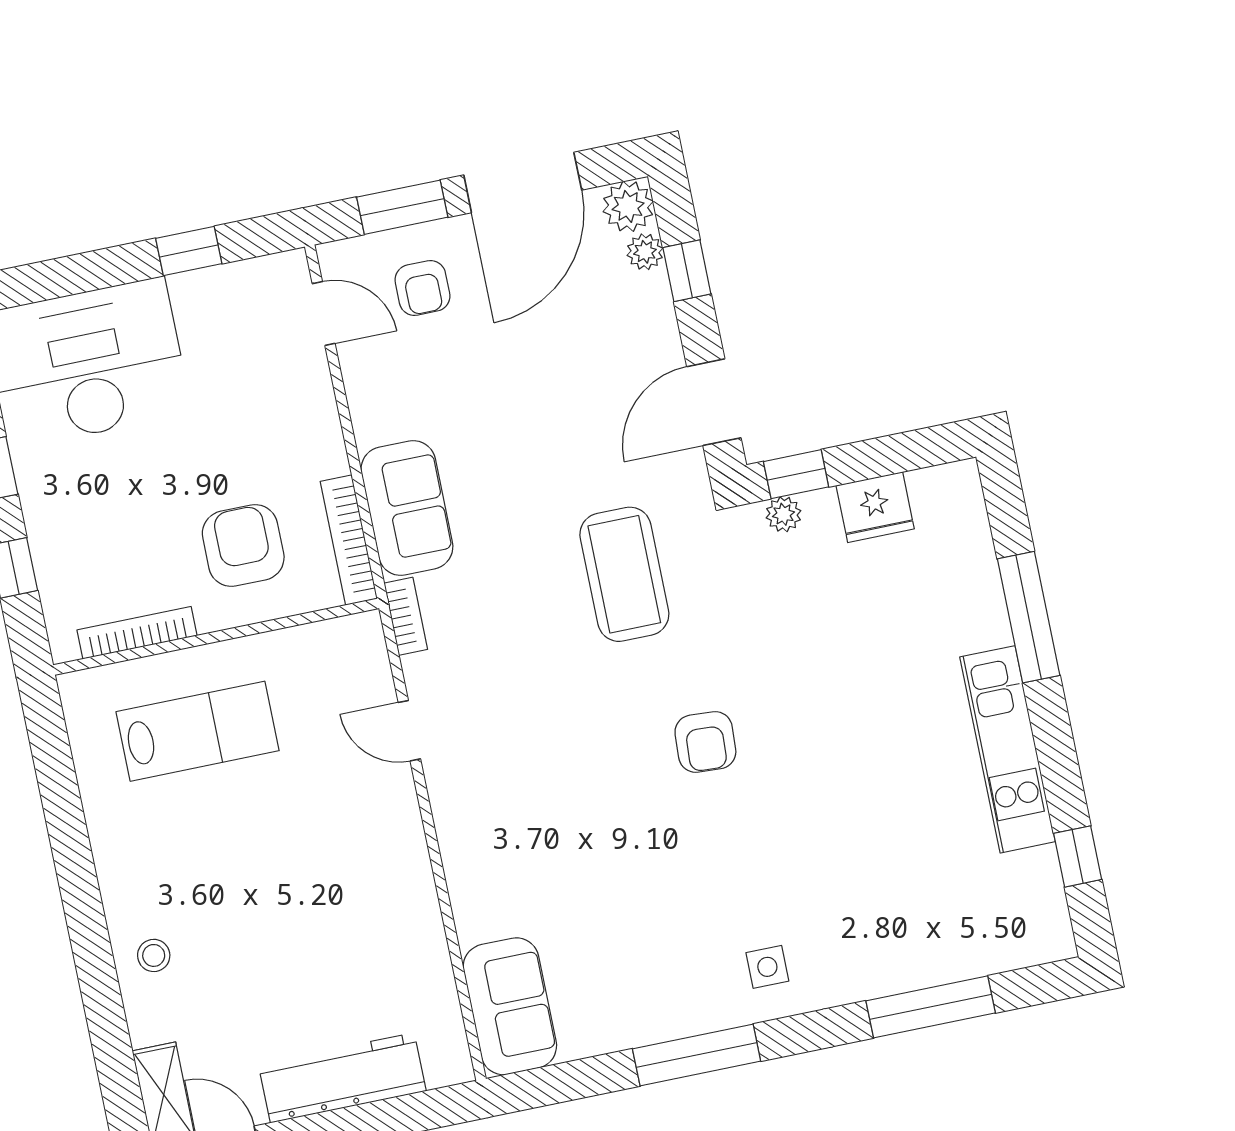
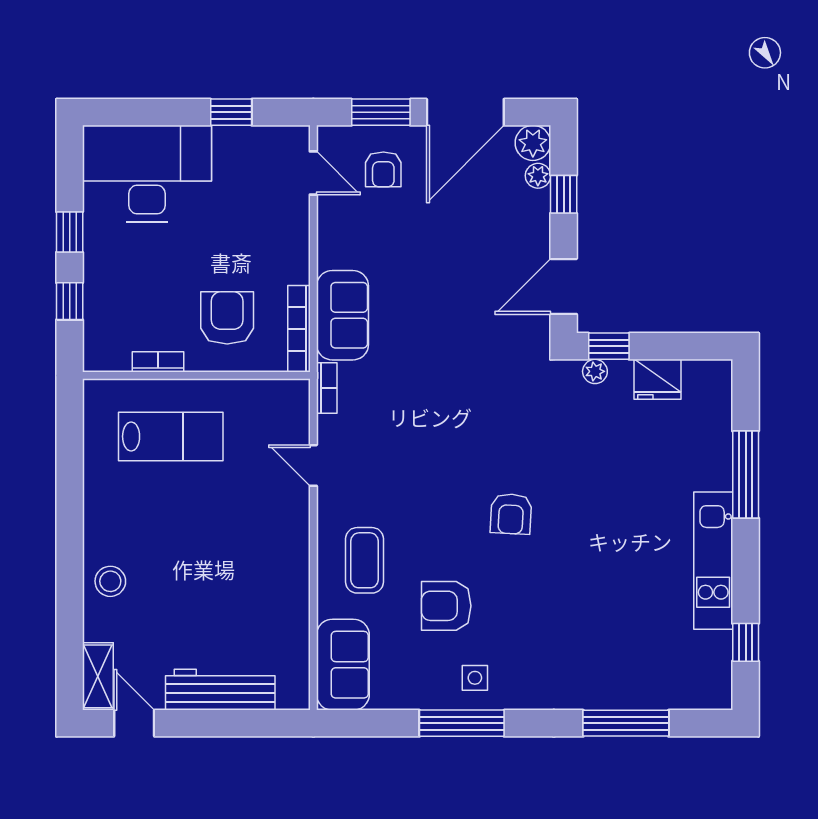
coffee table: (624, 574) -> (365, 560), moved, width x0.73, depth x0.76
bookcase: (137, 633) -> (158, 362), width x0.64
armchair: (640, 892) -> (446, 606), added
stool: (154, 955) -> (110, 581), width x1.37, depth x1.37
side table: (767, 967) -> (475, 678), moved

